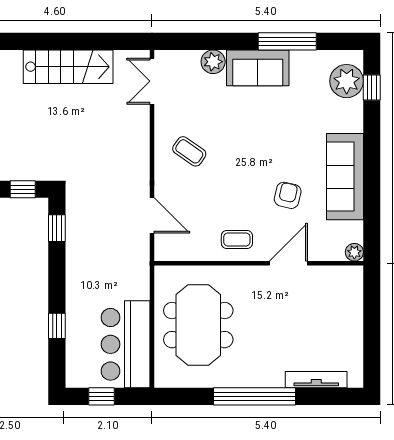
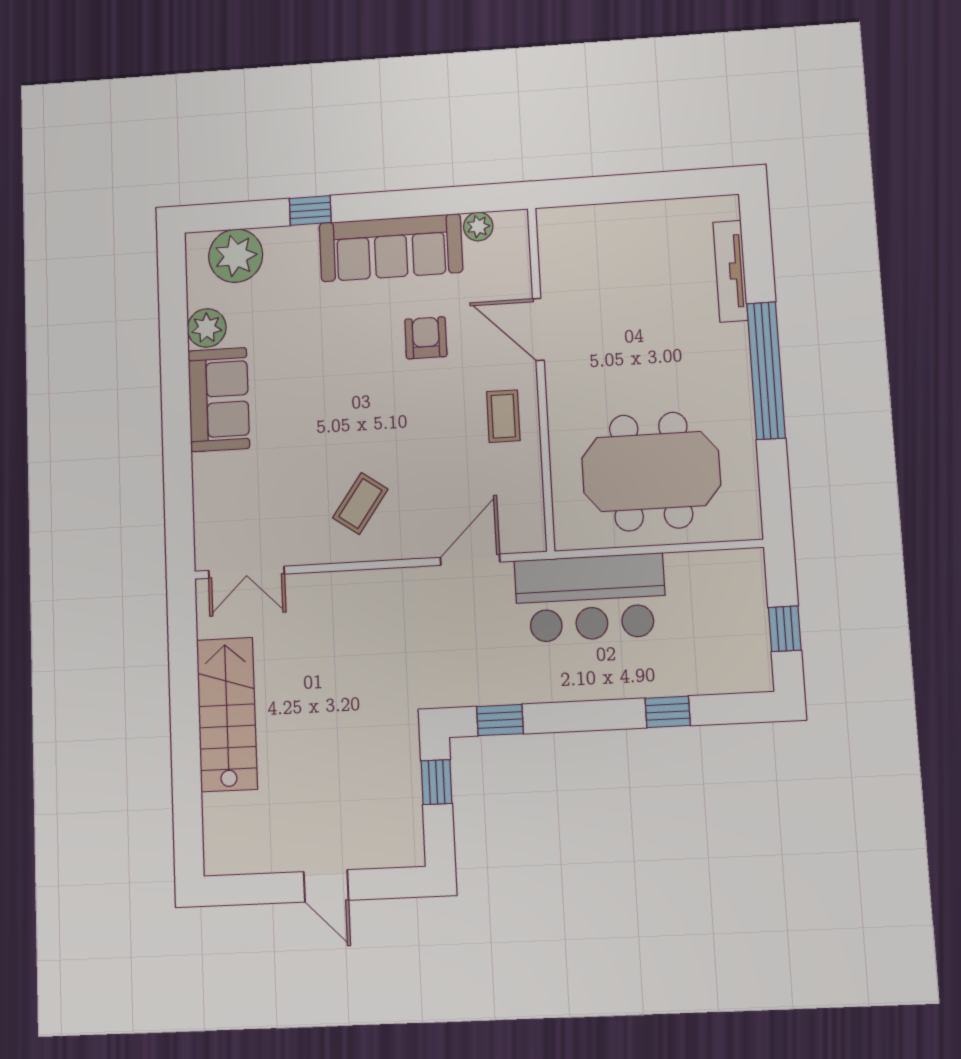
window: (287, 41) -> (174, 355), removed
plant: (213, 62) -> (207, 328), moved
window: (372, 87) -> (310, 210), moved
armchair: (288, 195) -> (426, 338), turned 77
plant: (354, 252) -> (478, 226), moved
bar counter: (126, 344) -> (590, 598), moved

